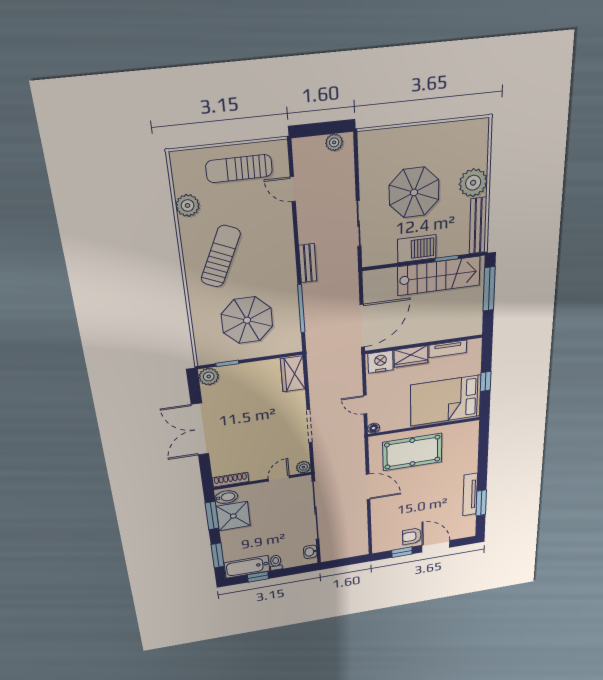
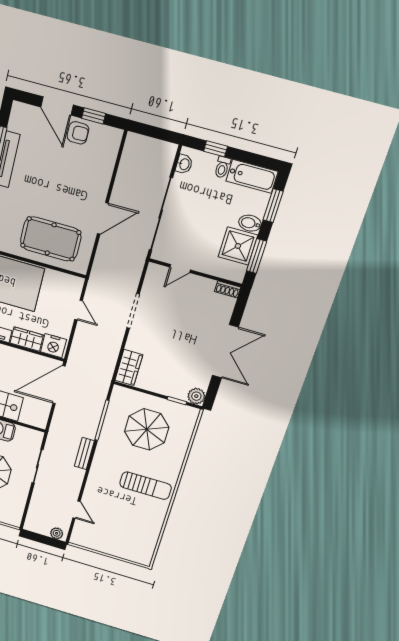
plant: (334, 142) -> (57, 533), moved
sun lounger: (239, 169) -> (108, 538), removed
plant: (188, 205) -> (153, 529), removed
sun lounger: (221, 256) -> (146, 486), turned -114
floor lamp: (374, 428) -> (78, 282), removed
plant: (303, 467) -> (154, 270), removed
shoe rack: (231, 480) -> (228, 289), width x0.70
door: (368, 487) -> (103, 218), swing flipped
bidet: (226, 497) -> (250, 223), moved
window: (258, 577) -> (216, 149), moved

